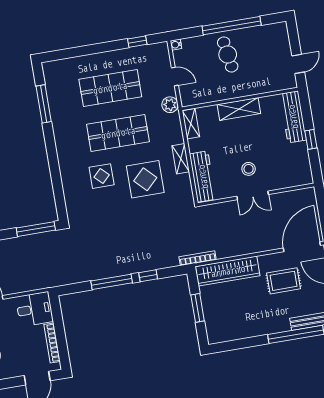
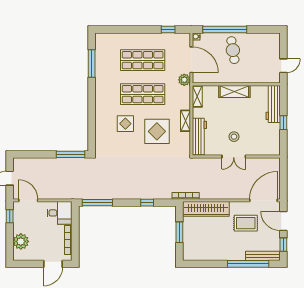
window: (232, 26) -> (225, 29), moved
door: (175, 77) -> (191, 60), width x1.88
window: (112, 282) -> (97, 203), moved

